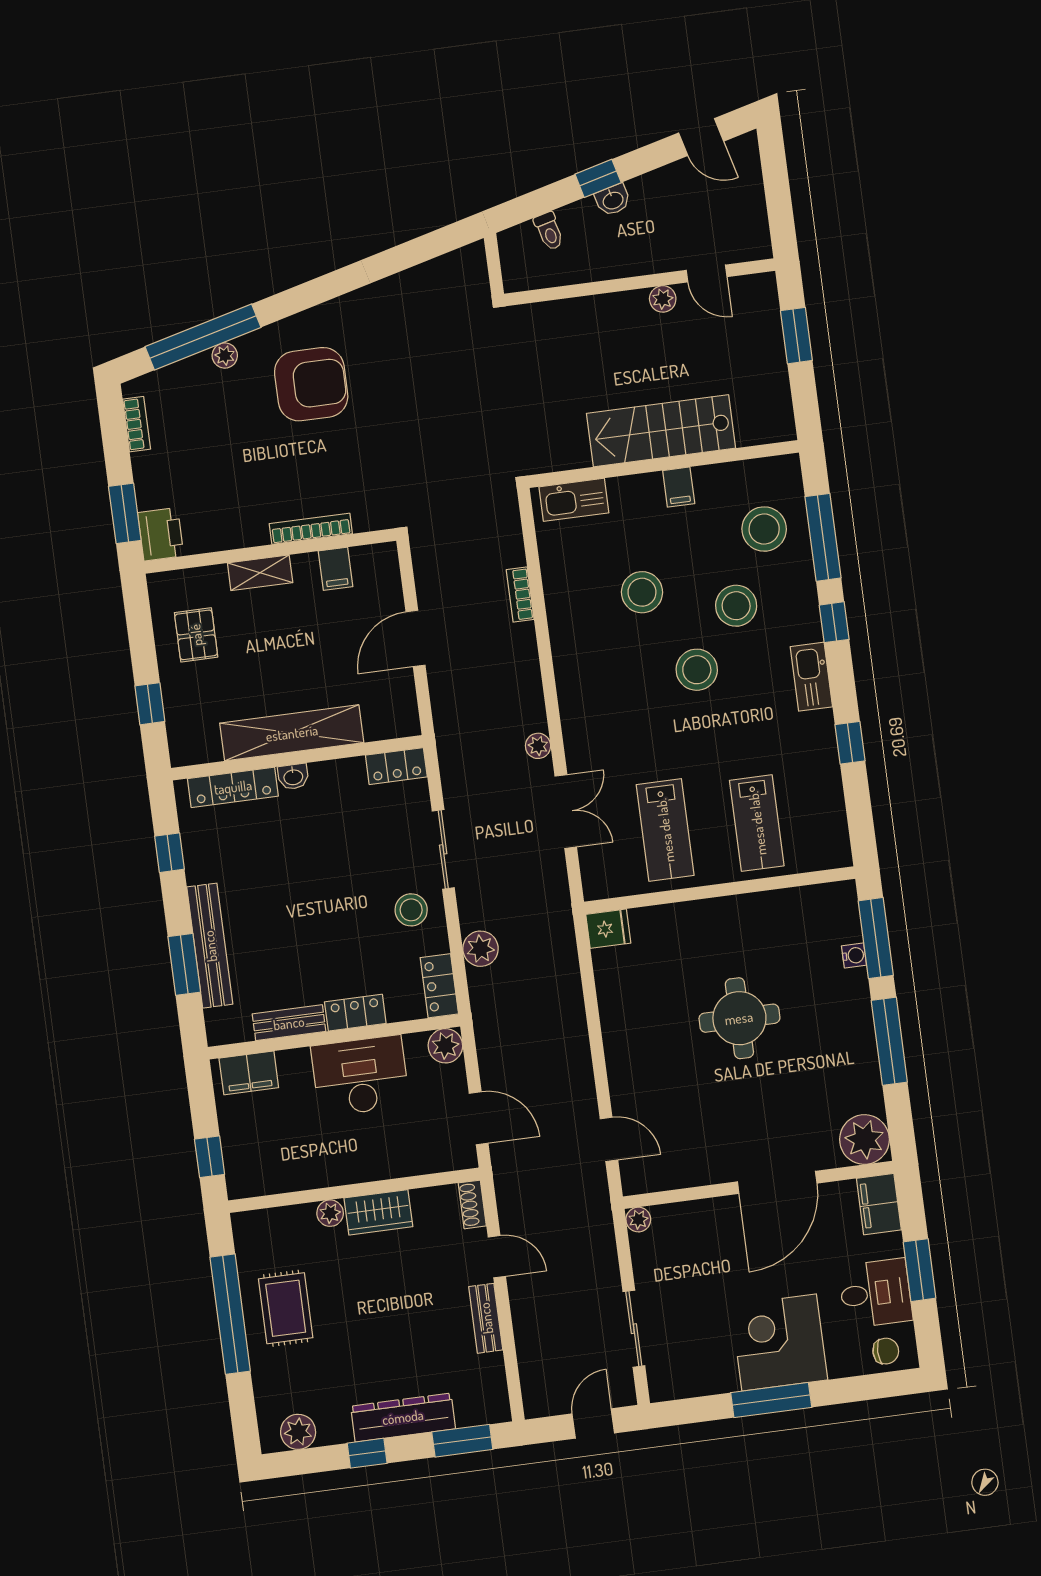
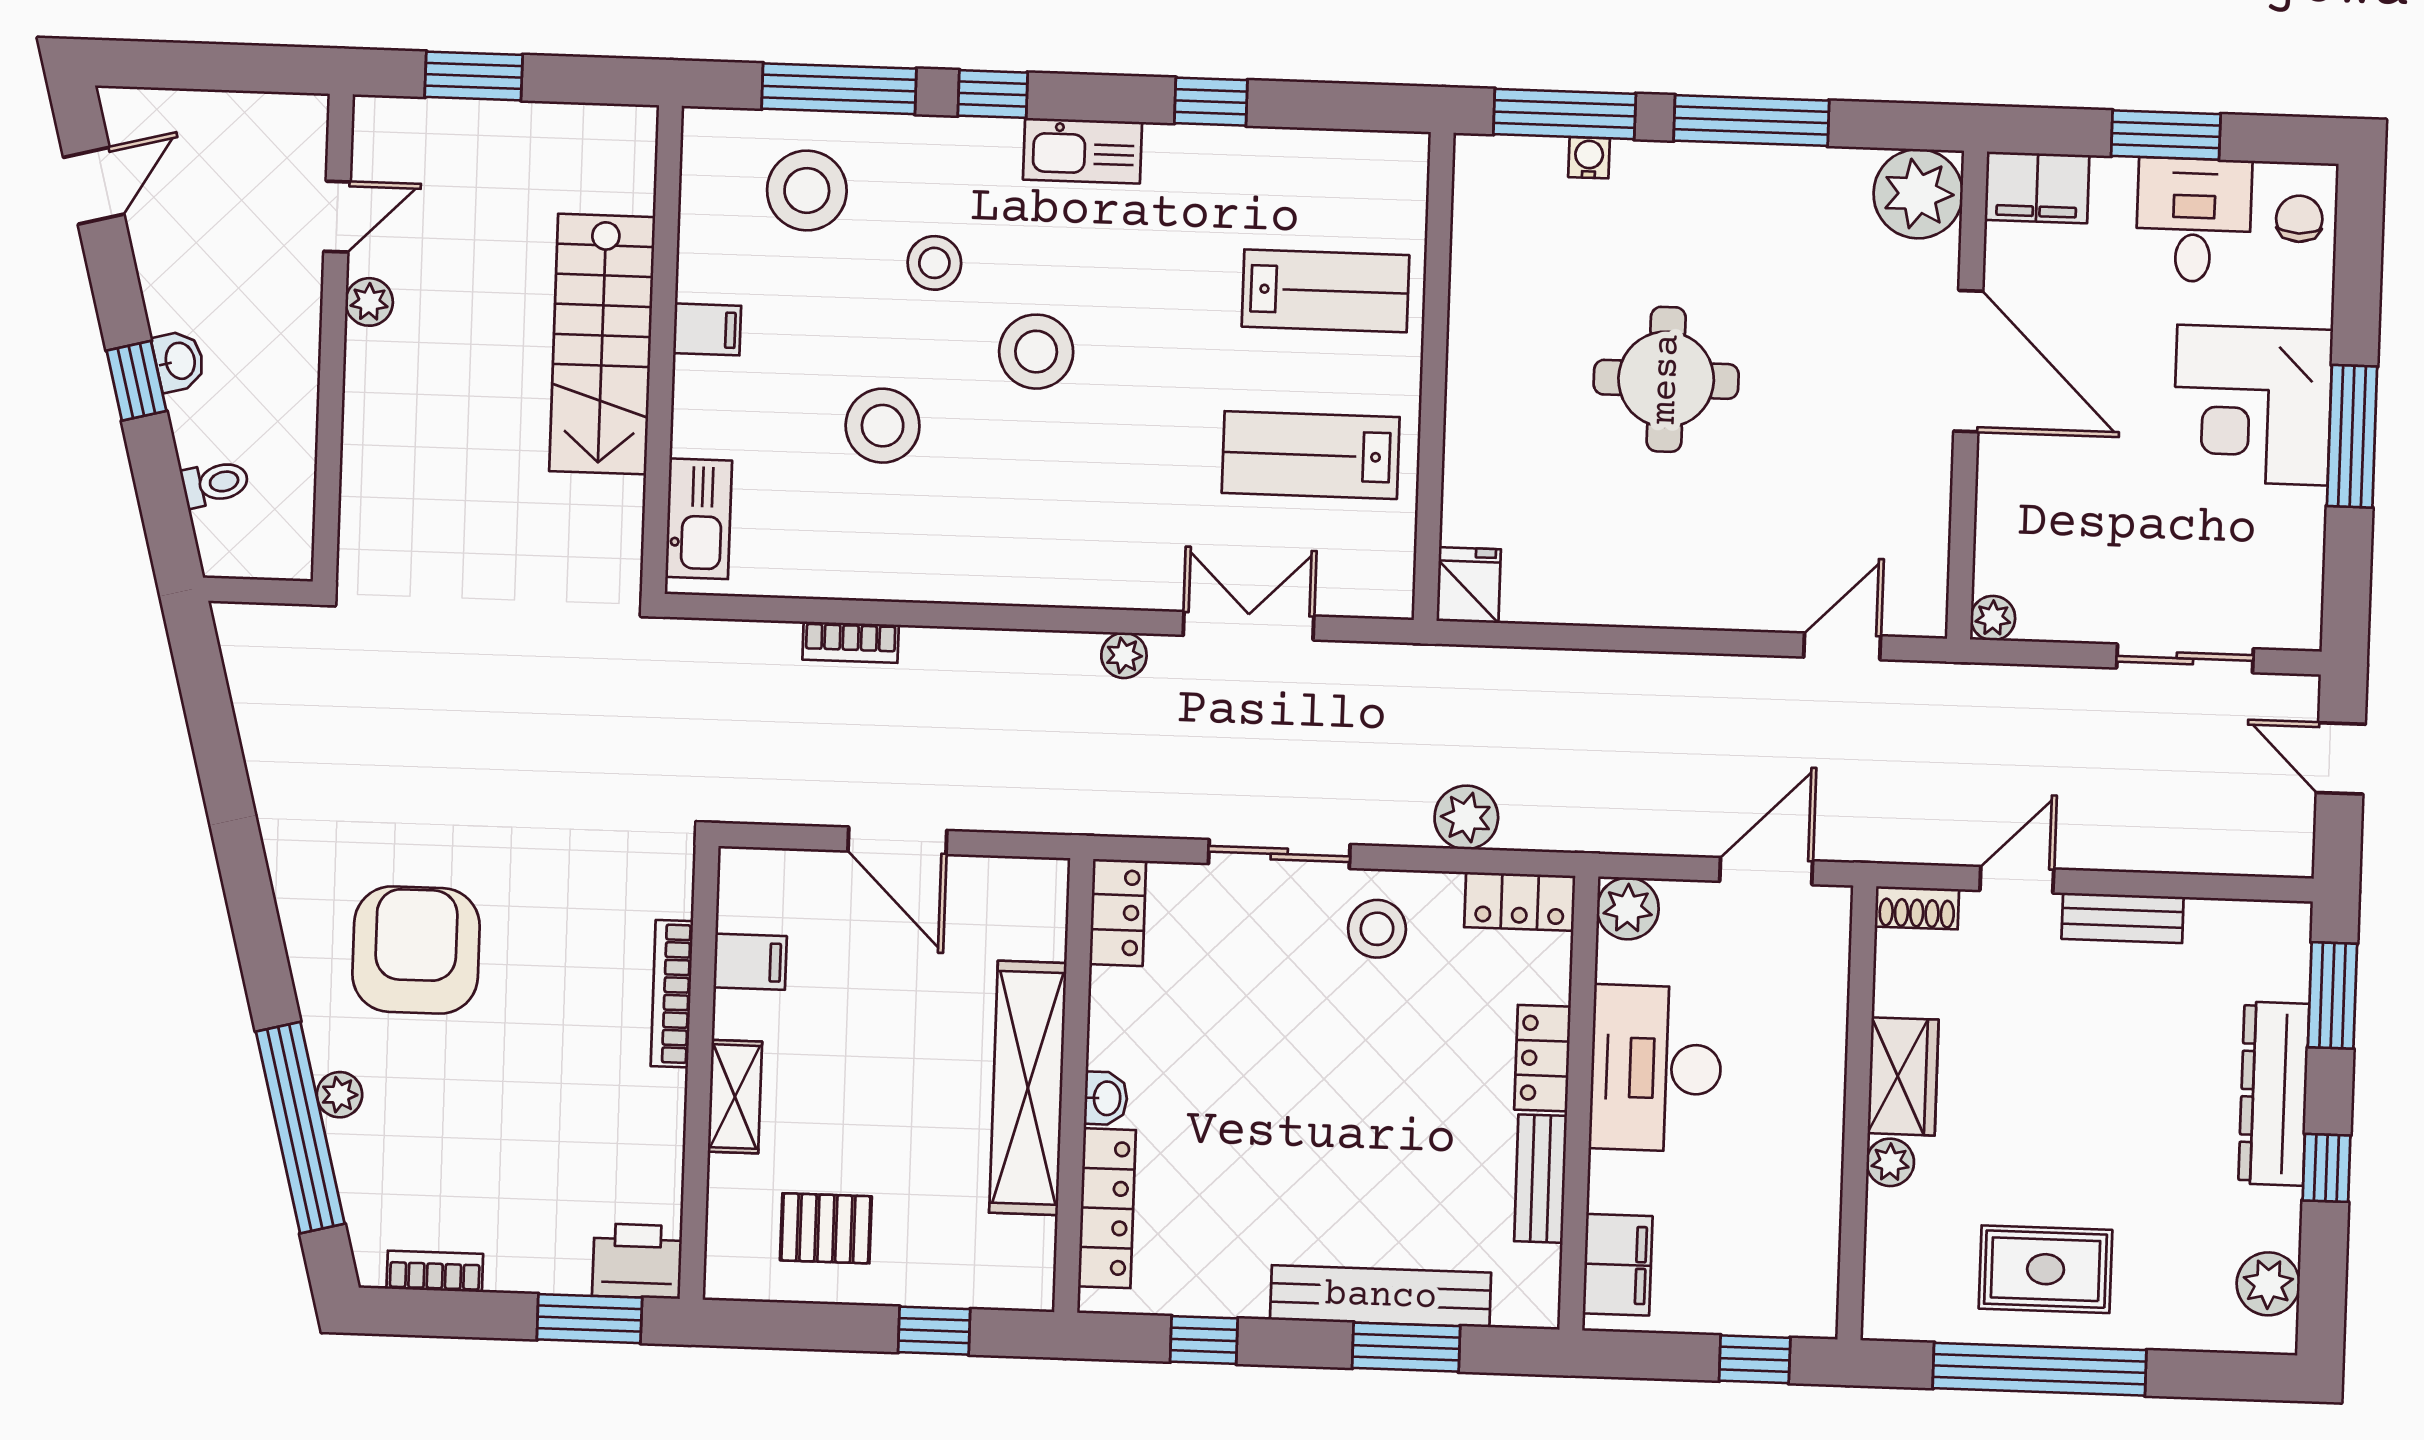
stool: (736, 606) -> (934, 263), width x0.73, depth x0.73
lab bench: (665, 830) -> (1311, 455), turned 180

